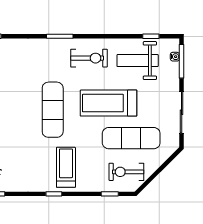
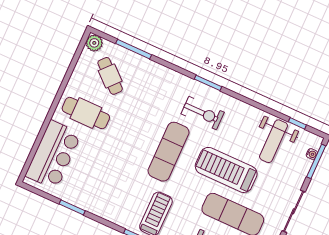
exercise bike: (89, 58) -> (203, 113), moved
weight bench: (138, 61) -> (274, 141), turned -90

